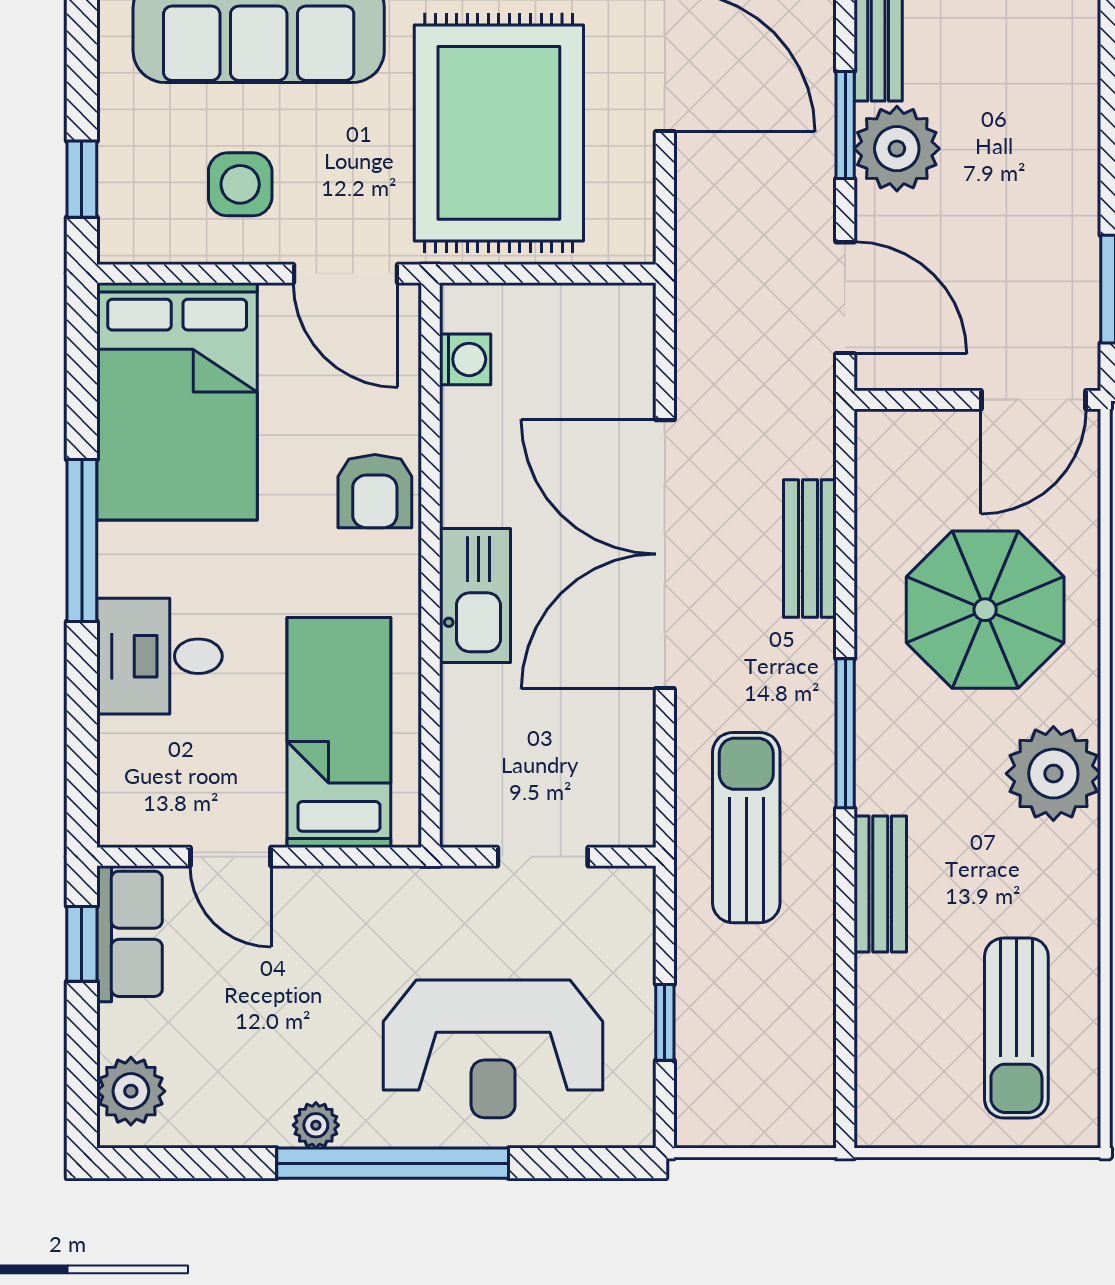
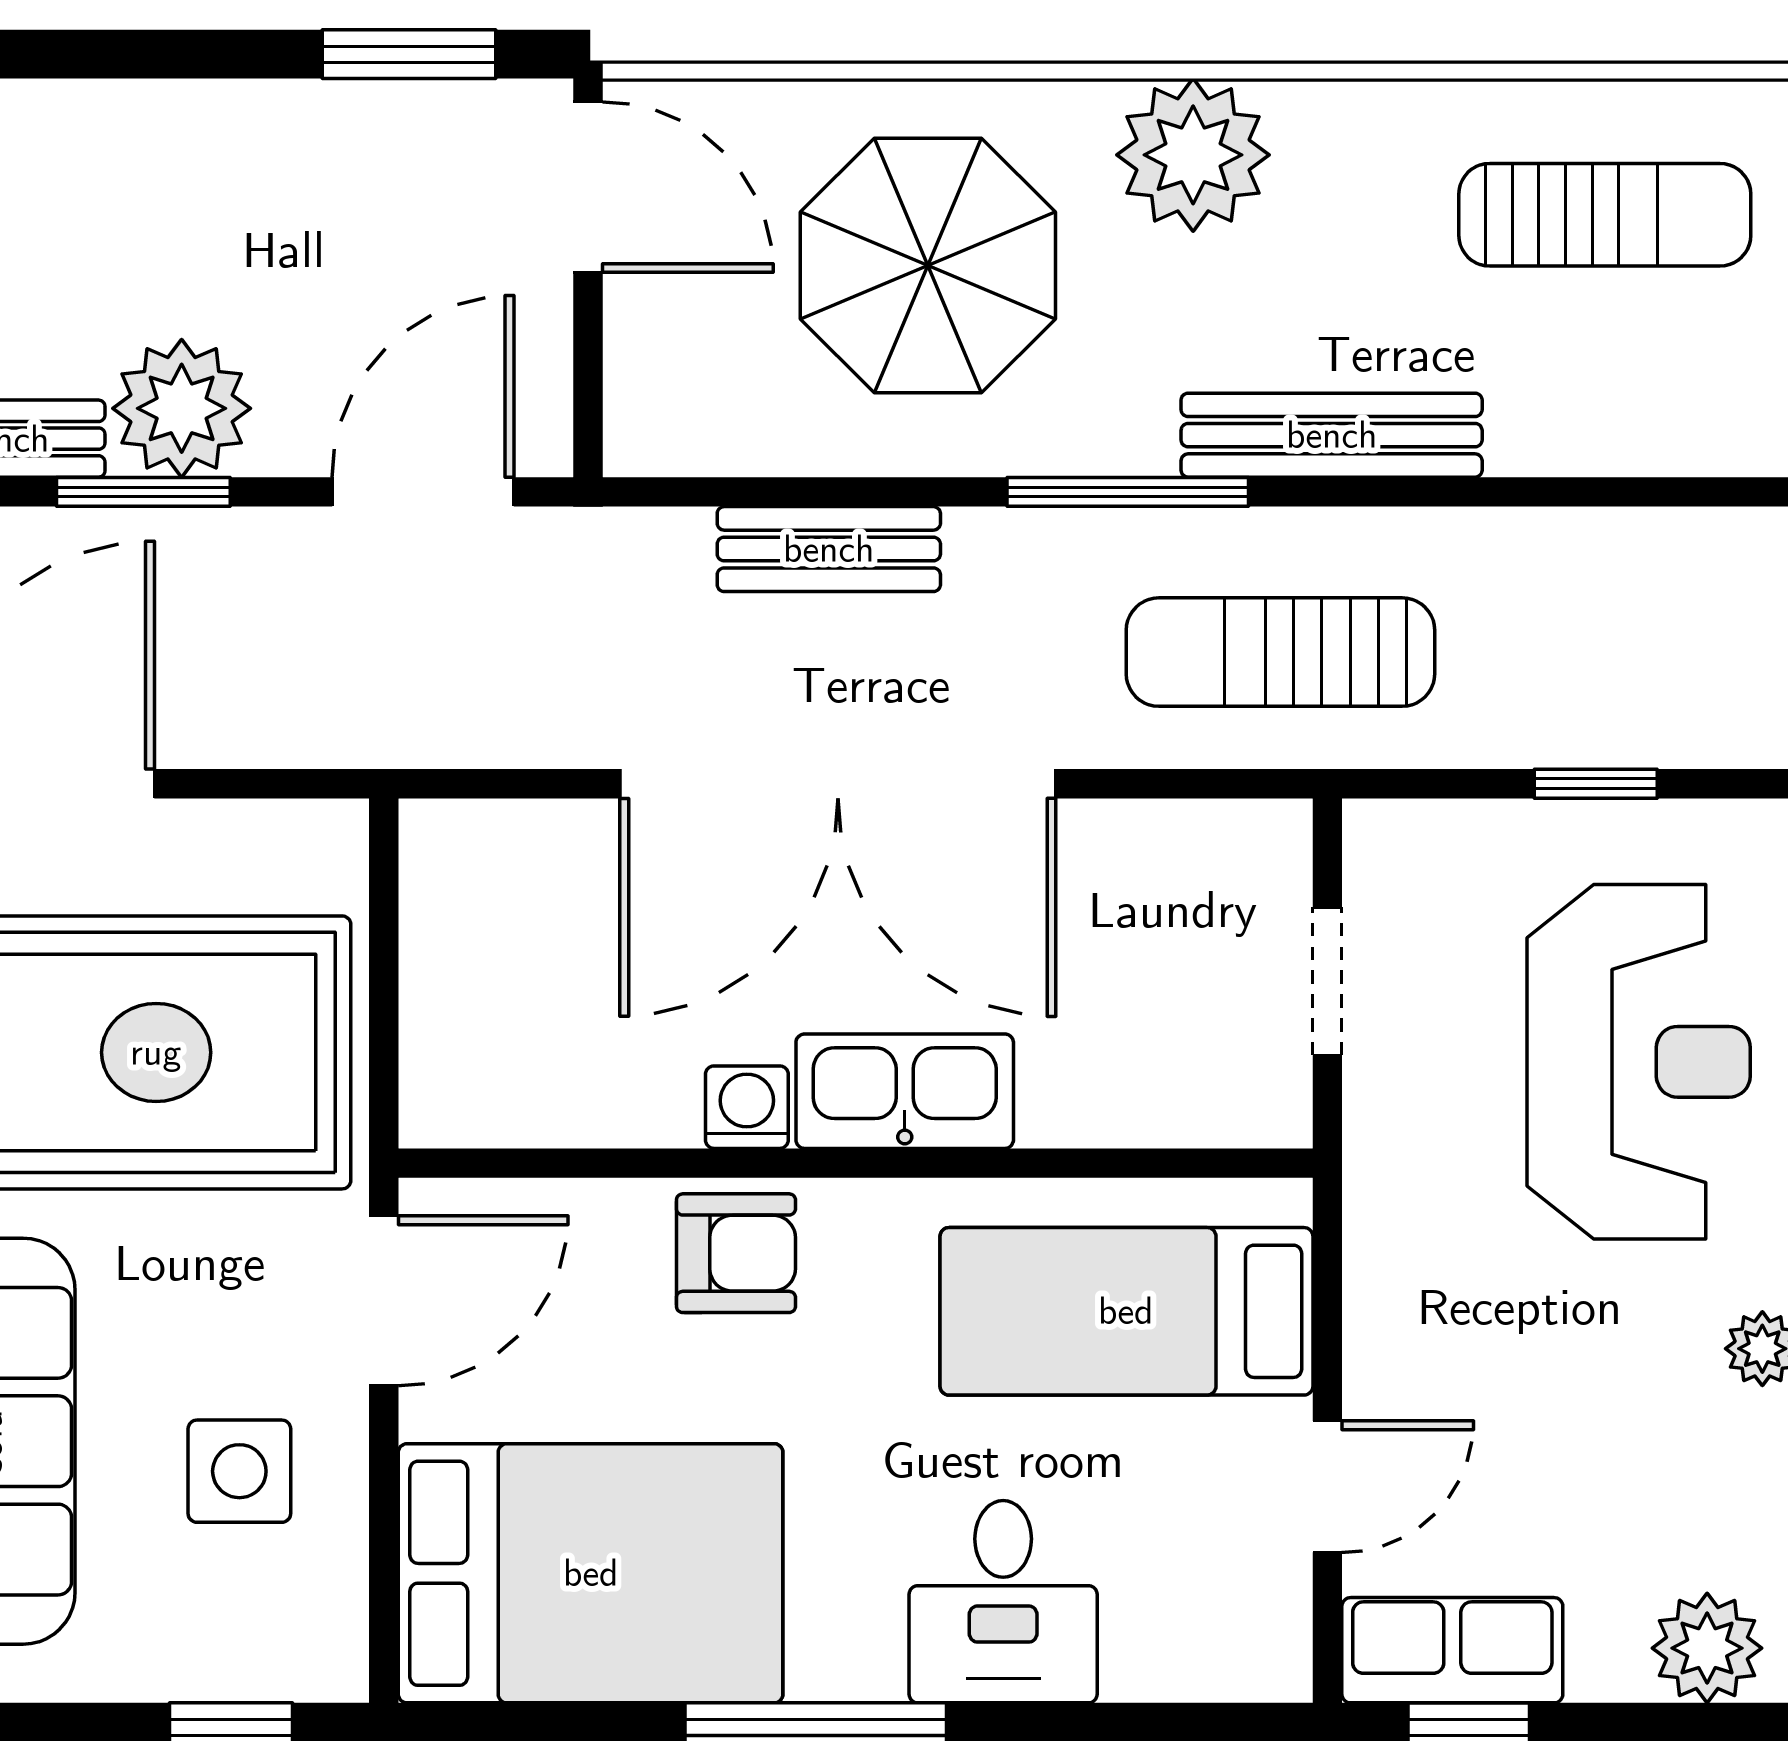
washing machine: (465, 359) -> (747, 1107), moved
bench: (880, 884) -> (1332, 435), width x1.36

